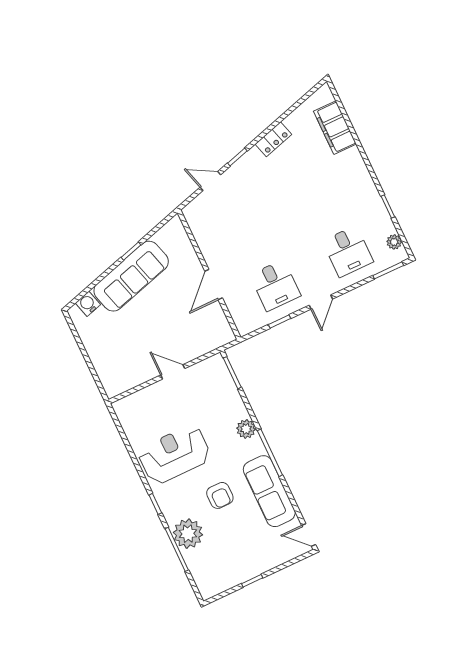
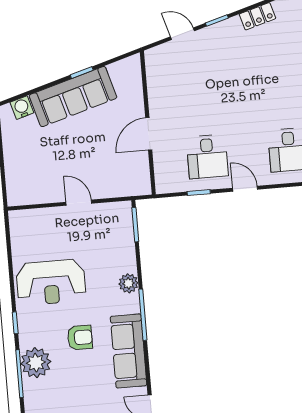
door: (321, 302) -> (245, 189), swing flipped
reception desk: (174, 455) -> (51, 282), turned 180
armchair: (220, 495) -> (80, 338), turned -90

